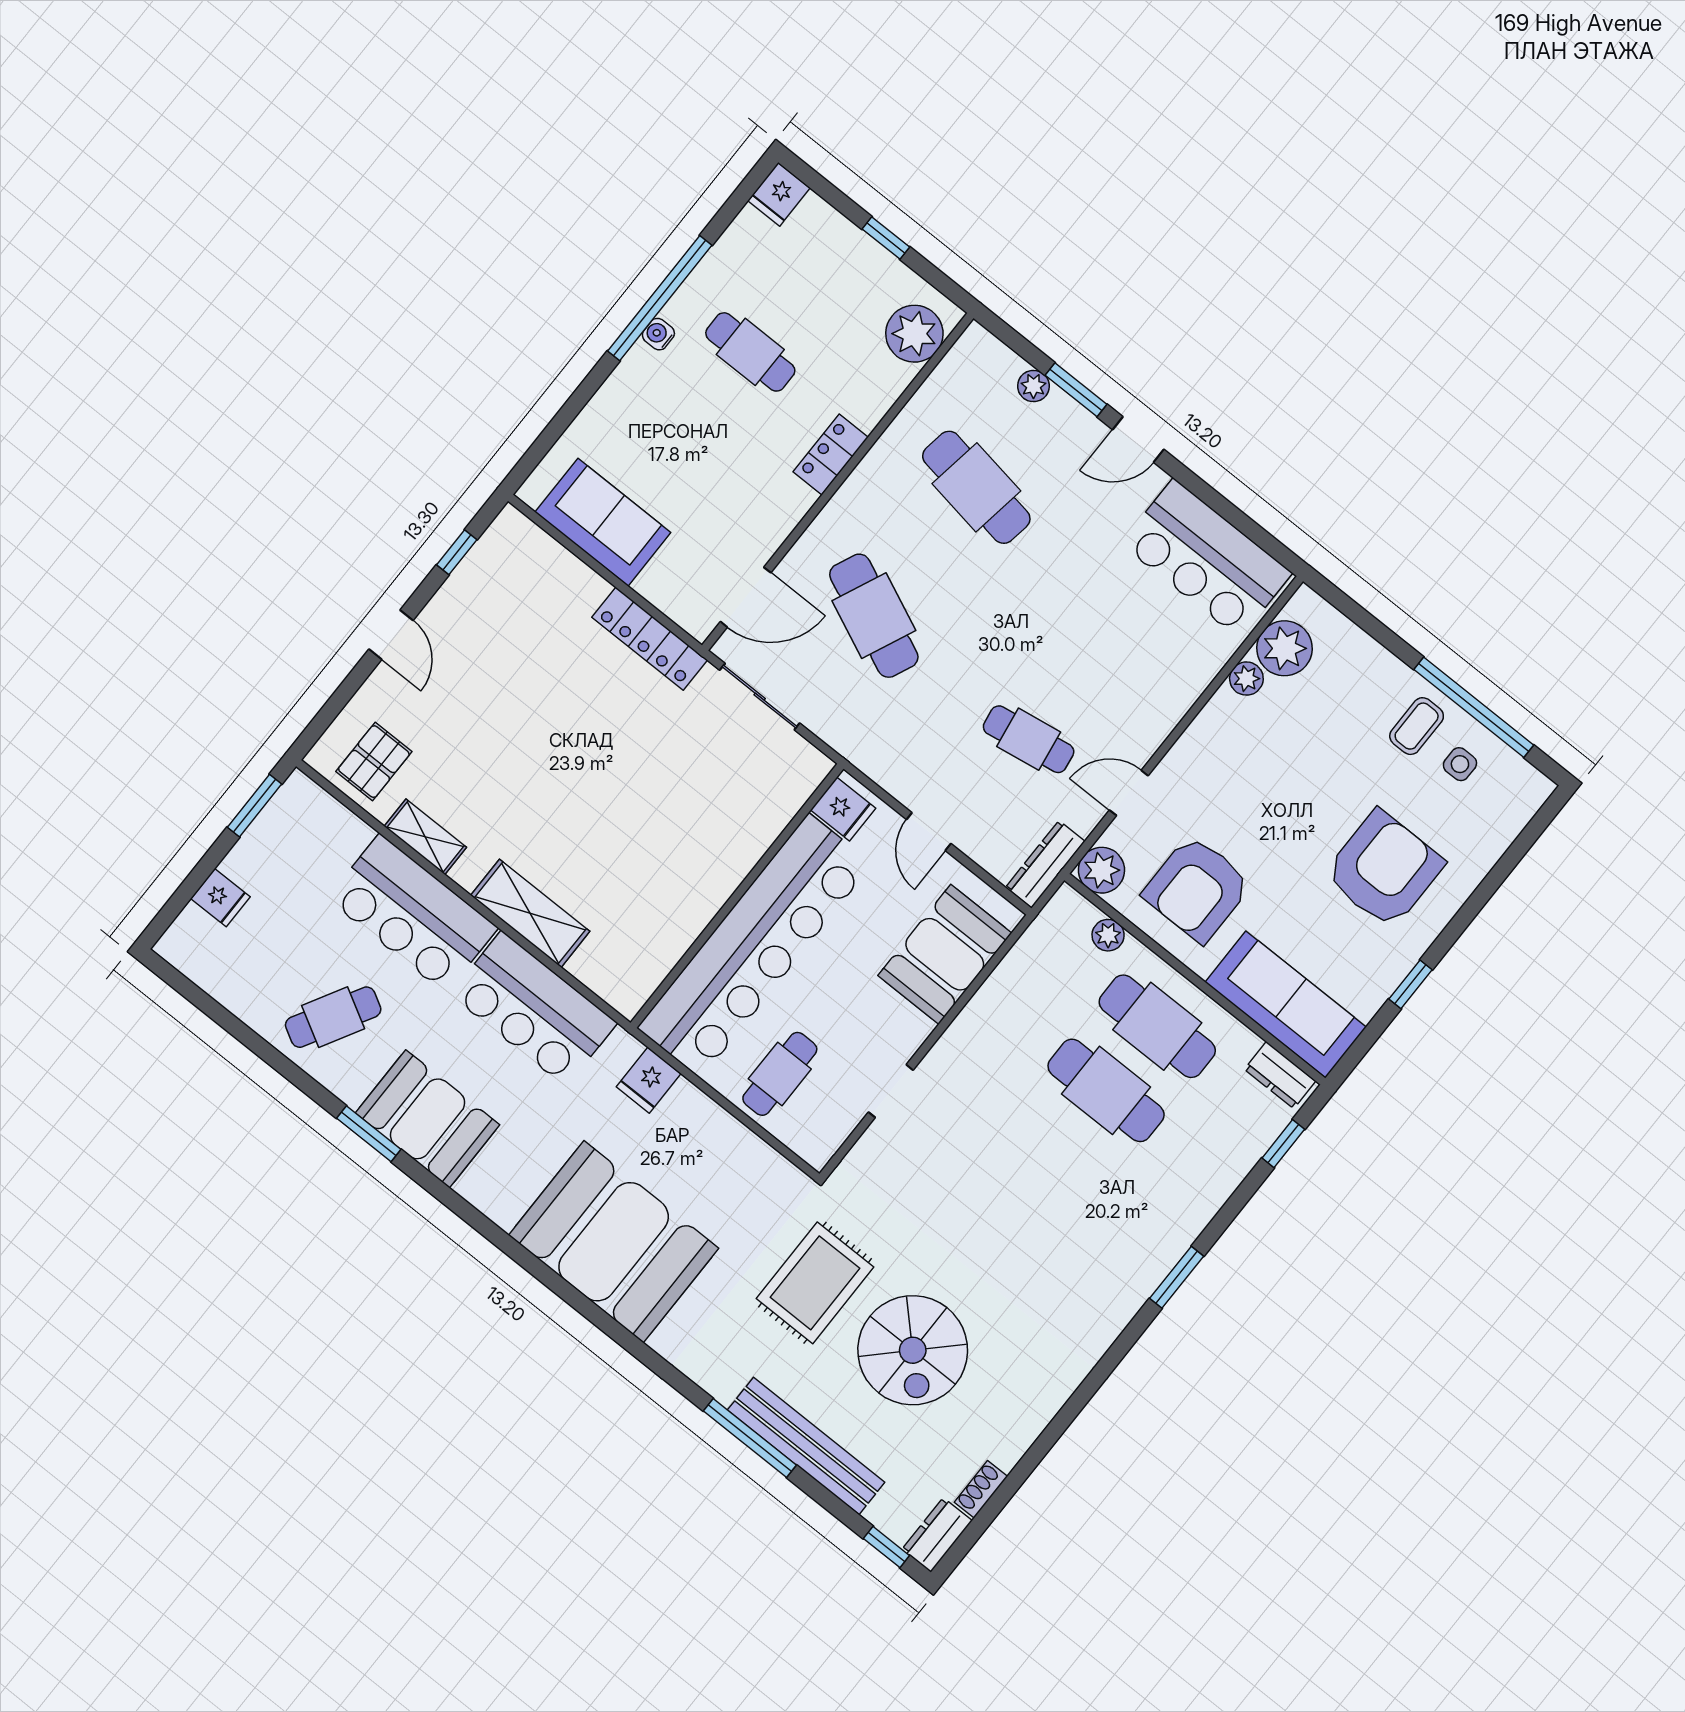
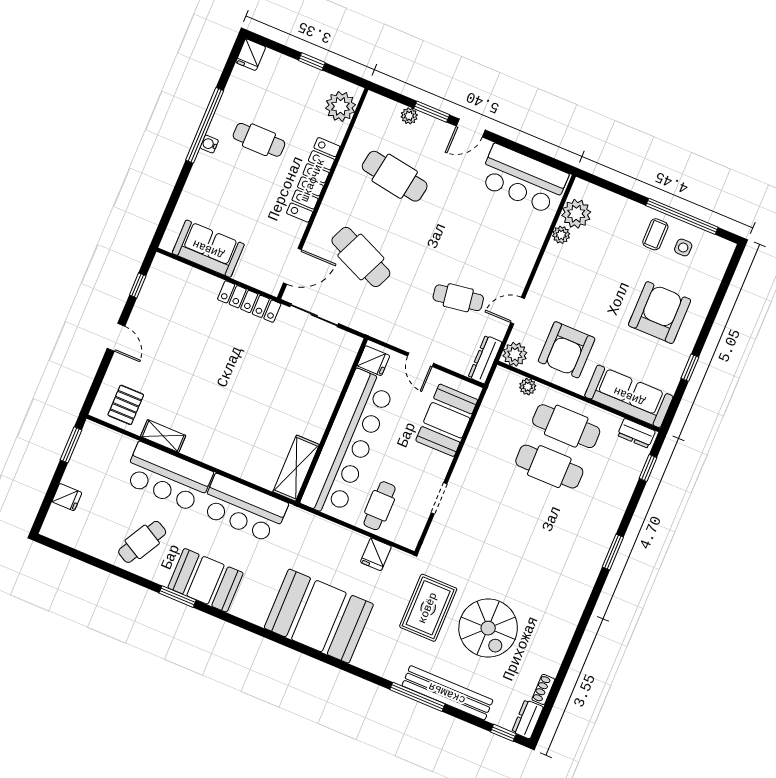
locker: (831, 454) -> (313, 180), width x2.16, depth x1.21
shelving: (530, 913) -> (296, 468), moved, turned 90
fridge: (649, 1080) -> (376, 554), moved

